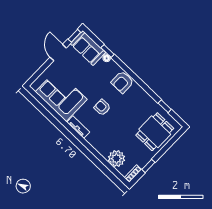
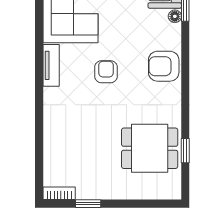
dining table: (155, 132) -> (150, 148), moved
plant: (116, 159) -> (58, 154), removed

